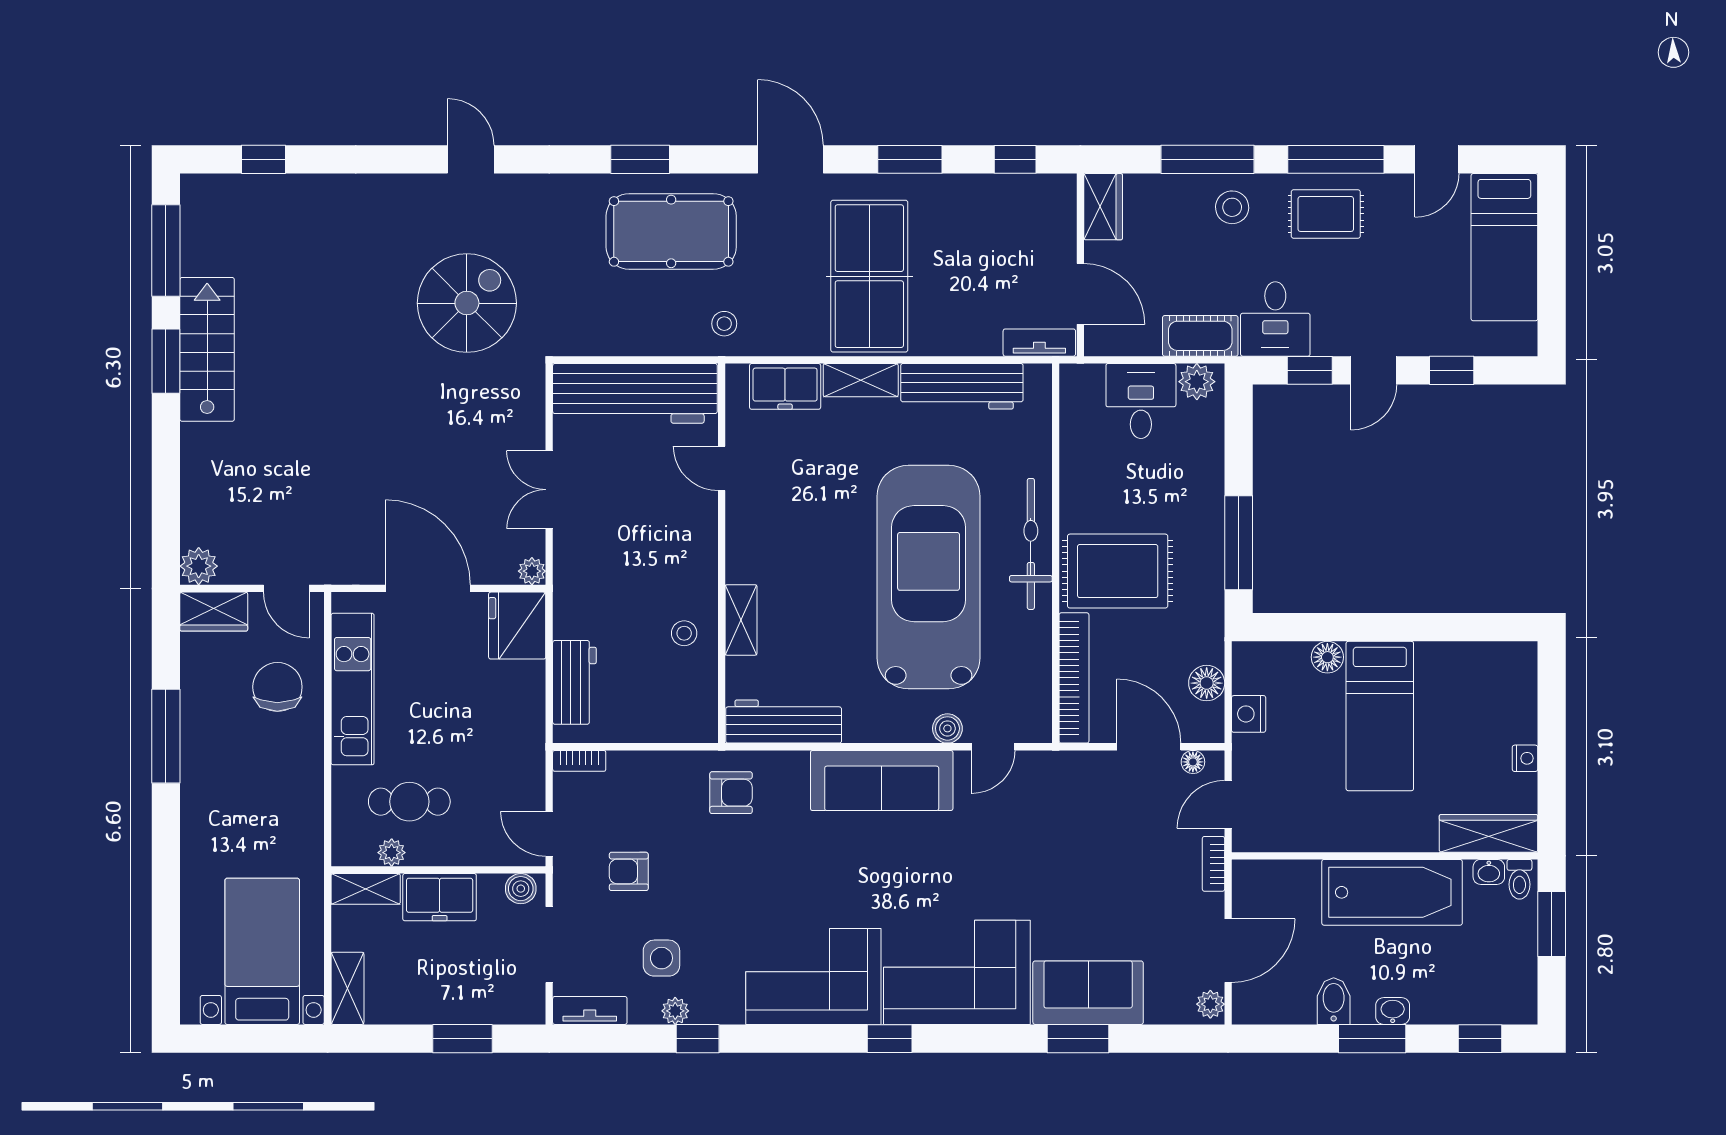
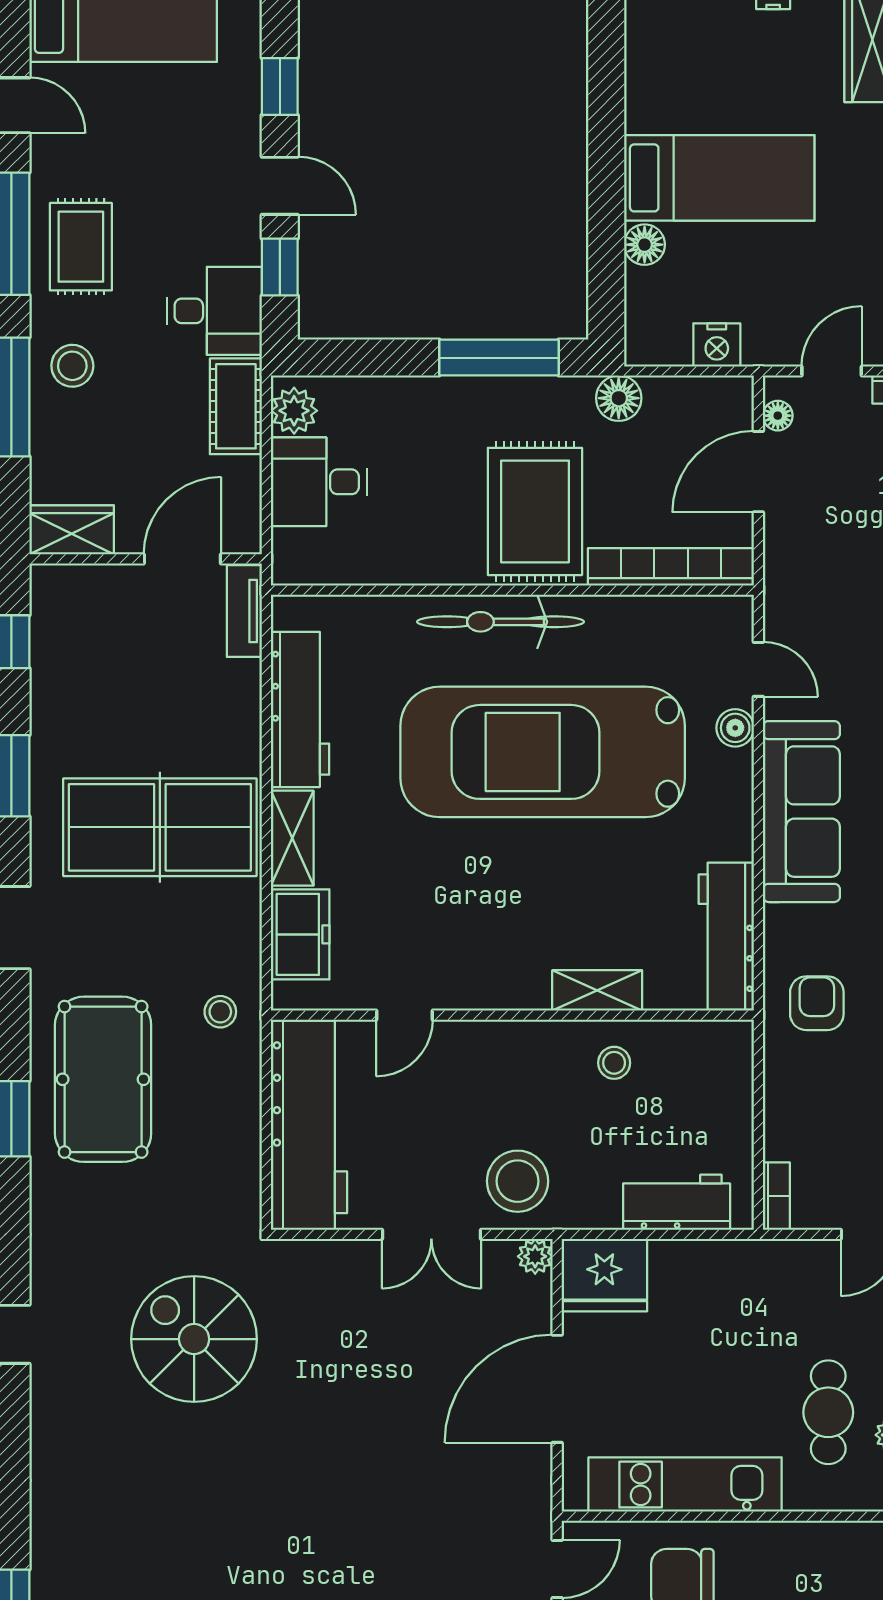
stool: (591, 557) -> (518, 1181), added
floor lamp: (1207, 683) -> (619, 398), moved
door: (1228, 804) -> (832, 371), swing flipped

